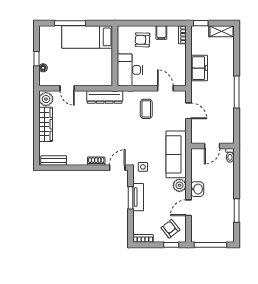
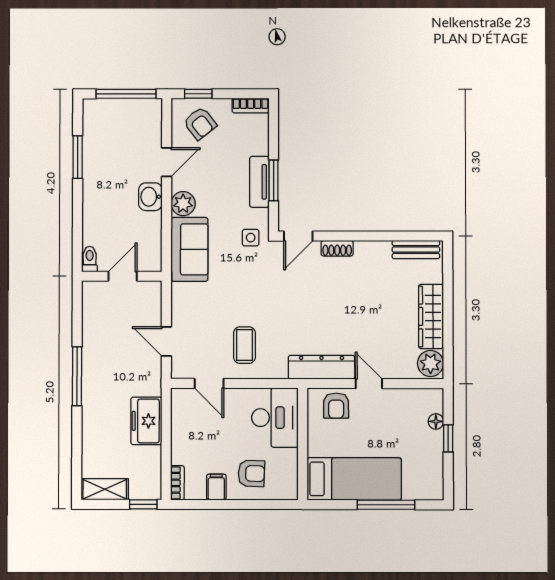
armchair: (97, 76) -> (336, 406), added
door: (67, 88) -> (369, 384), moved
sofa: (176, 154) -> (189, 249), width x0.73

